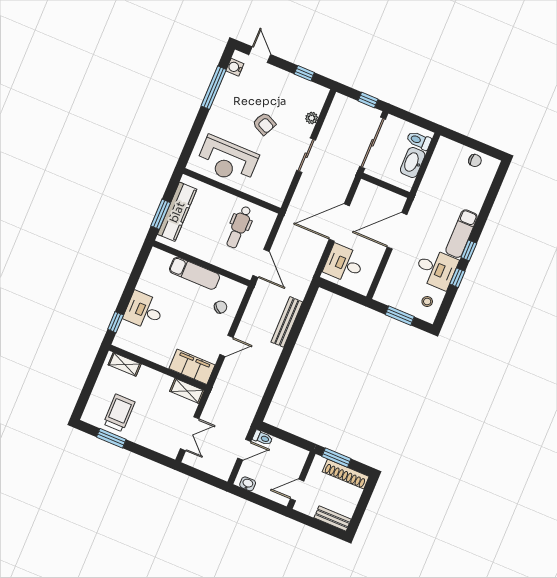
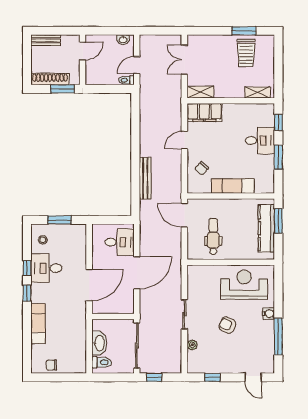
water cooler: (235, 67) -> (269, 314), moved
exam couch: (462, 234) -> (38, 324), moved
window: (132, 284) -> (278, 157), added

